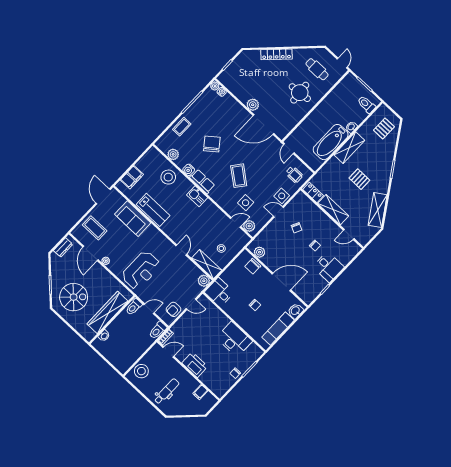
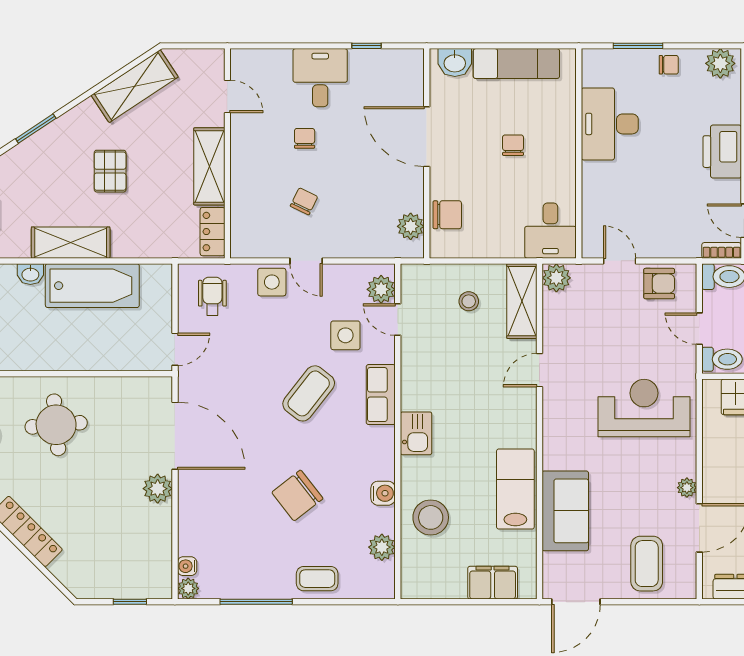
row of seats: (202, 182) -> (381, 395), moved
plant: (221, 389) -> (720, 63), added

